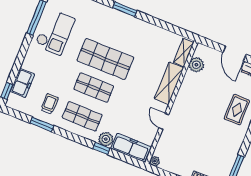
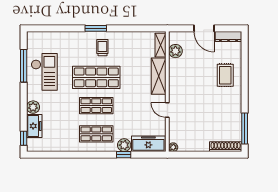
plant: (29, 63) -> (33, 107), added
trolley: (50, 104) -> (102, 48), moved
window: (42, 124) -> (65, 155), removed

